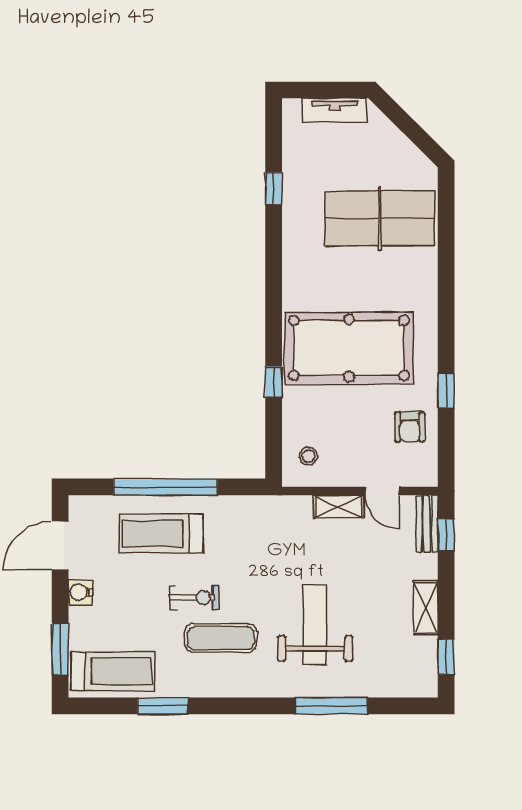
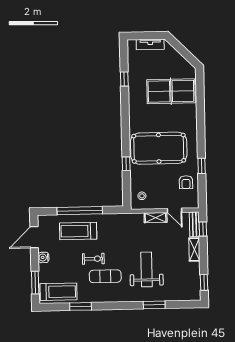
shelving: (426, 608) -> (194, 249), moved
window: (331, 706) -> (154, 305), width x0.69

